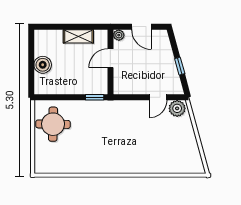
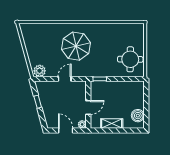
boiler: (43, 65) -> (138, 116), moved
door: (158, 97) -> (65, 79), moved
parasol: (127, 142) -> (76, 46), added

